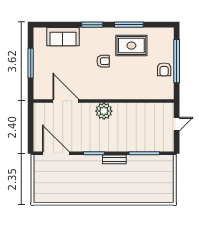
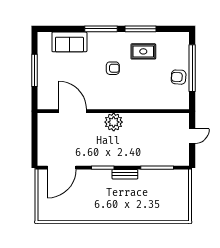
window: (92, 25) -> (101, 29), width x1.44
rug: (131, 46) -> (143, 51), width x0.73, depth x0.70
armchair: (164, 69) -> (179, 77), turned 93
door: (56, 153) -> (62, 168), swing flipped

